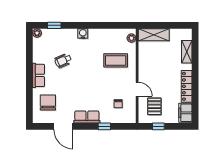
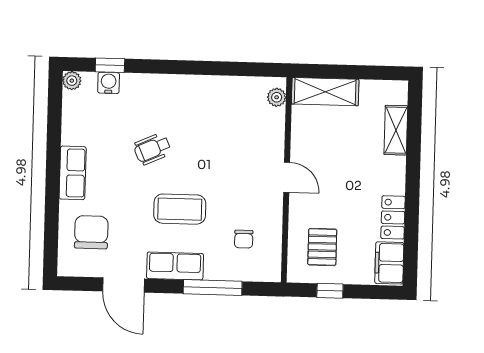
water cooler: (83, 34) -> (109, 83), moved
coffee table: (116, 60) -> (180, 209), moved
wheelchair: (63, 61) -> (152, 149), moved
locker: (187, 86) -> (393, 217), width x0.66
door: (137, 89) -> (287, 177), moved
window: (104, 126) -> (213, 287), width x2.17

